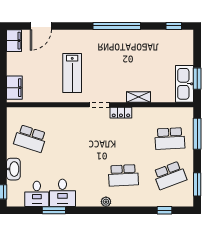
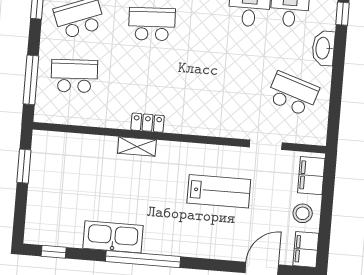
stool: (18, 63) -> (303, 213), added
lab bench: (72, 73) -> (219, 191), turned 90
kitchen sink: (185, 84) -> (113, 237), moved, turned -90
shelving: (139, 97) -> (137, 147), moved
doorway: (99, 105) -> (266, 145), moved

